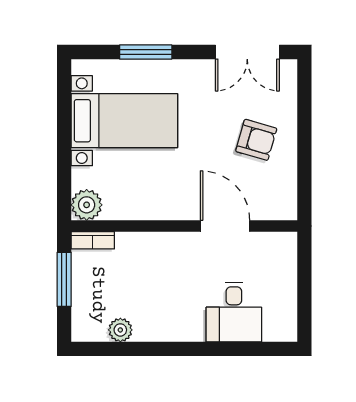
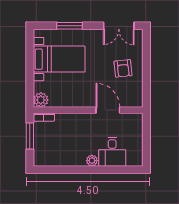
armchair: (256, 140) -> (123, 68), turned 68
plant: (120, 330) -> (92, 161), moved

